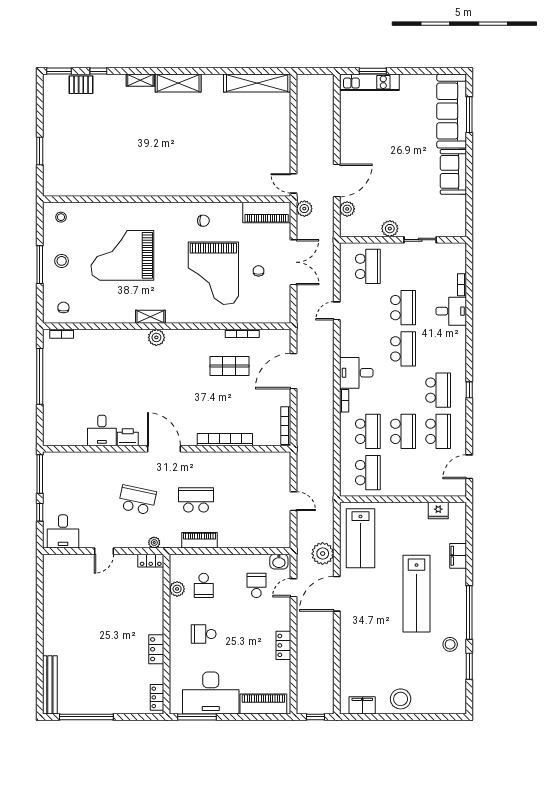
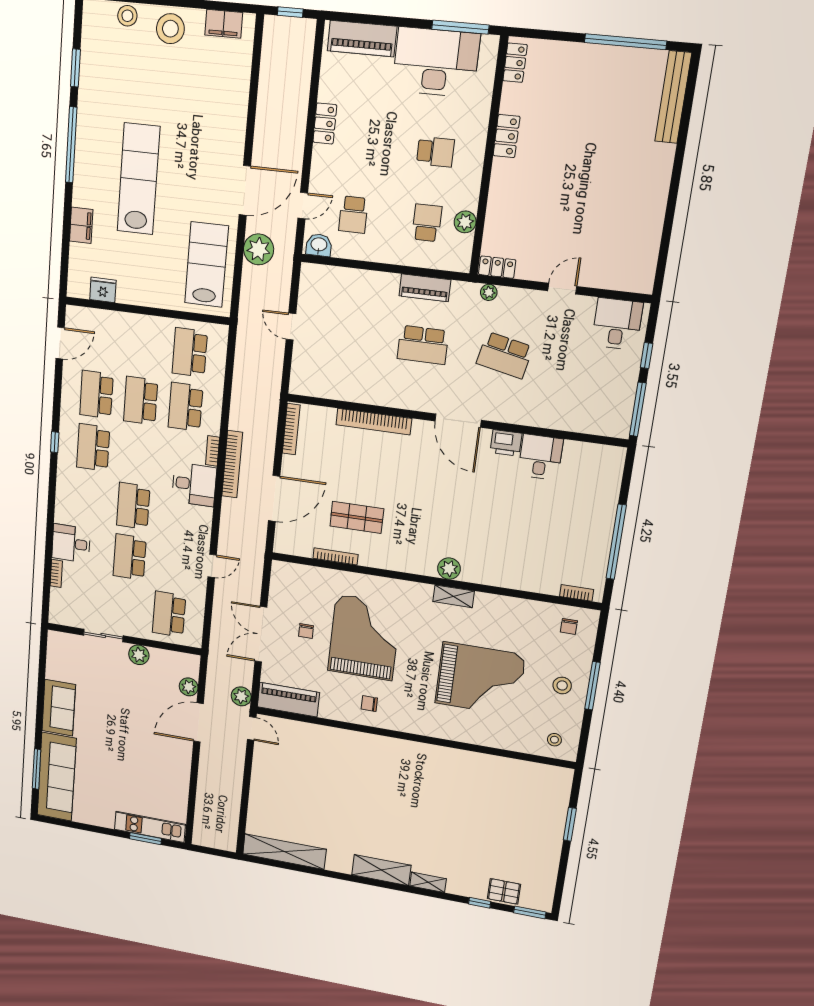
bookcase: (328, 393) -> (232, 464), added
stool: (450, 644) -> (127, 16), moved

